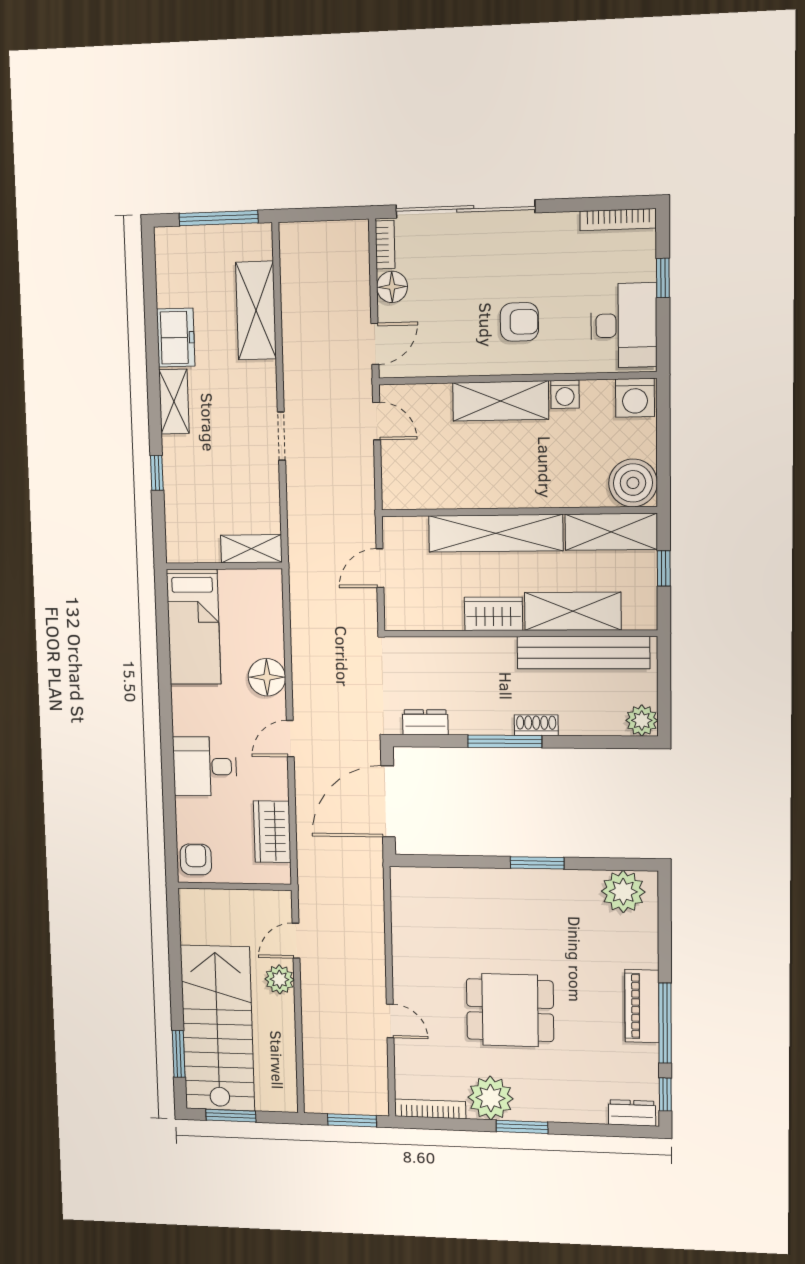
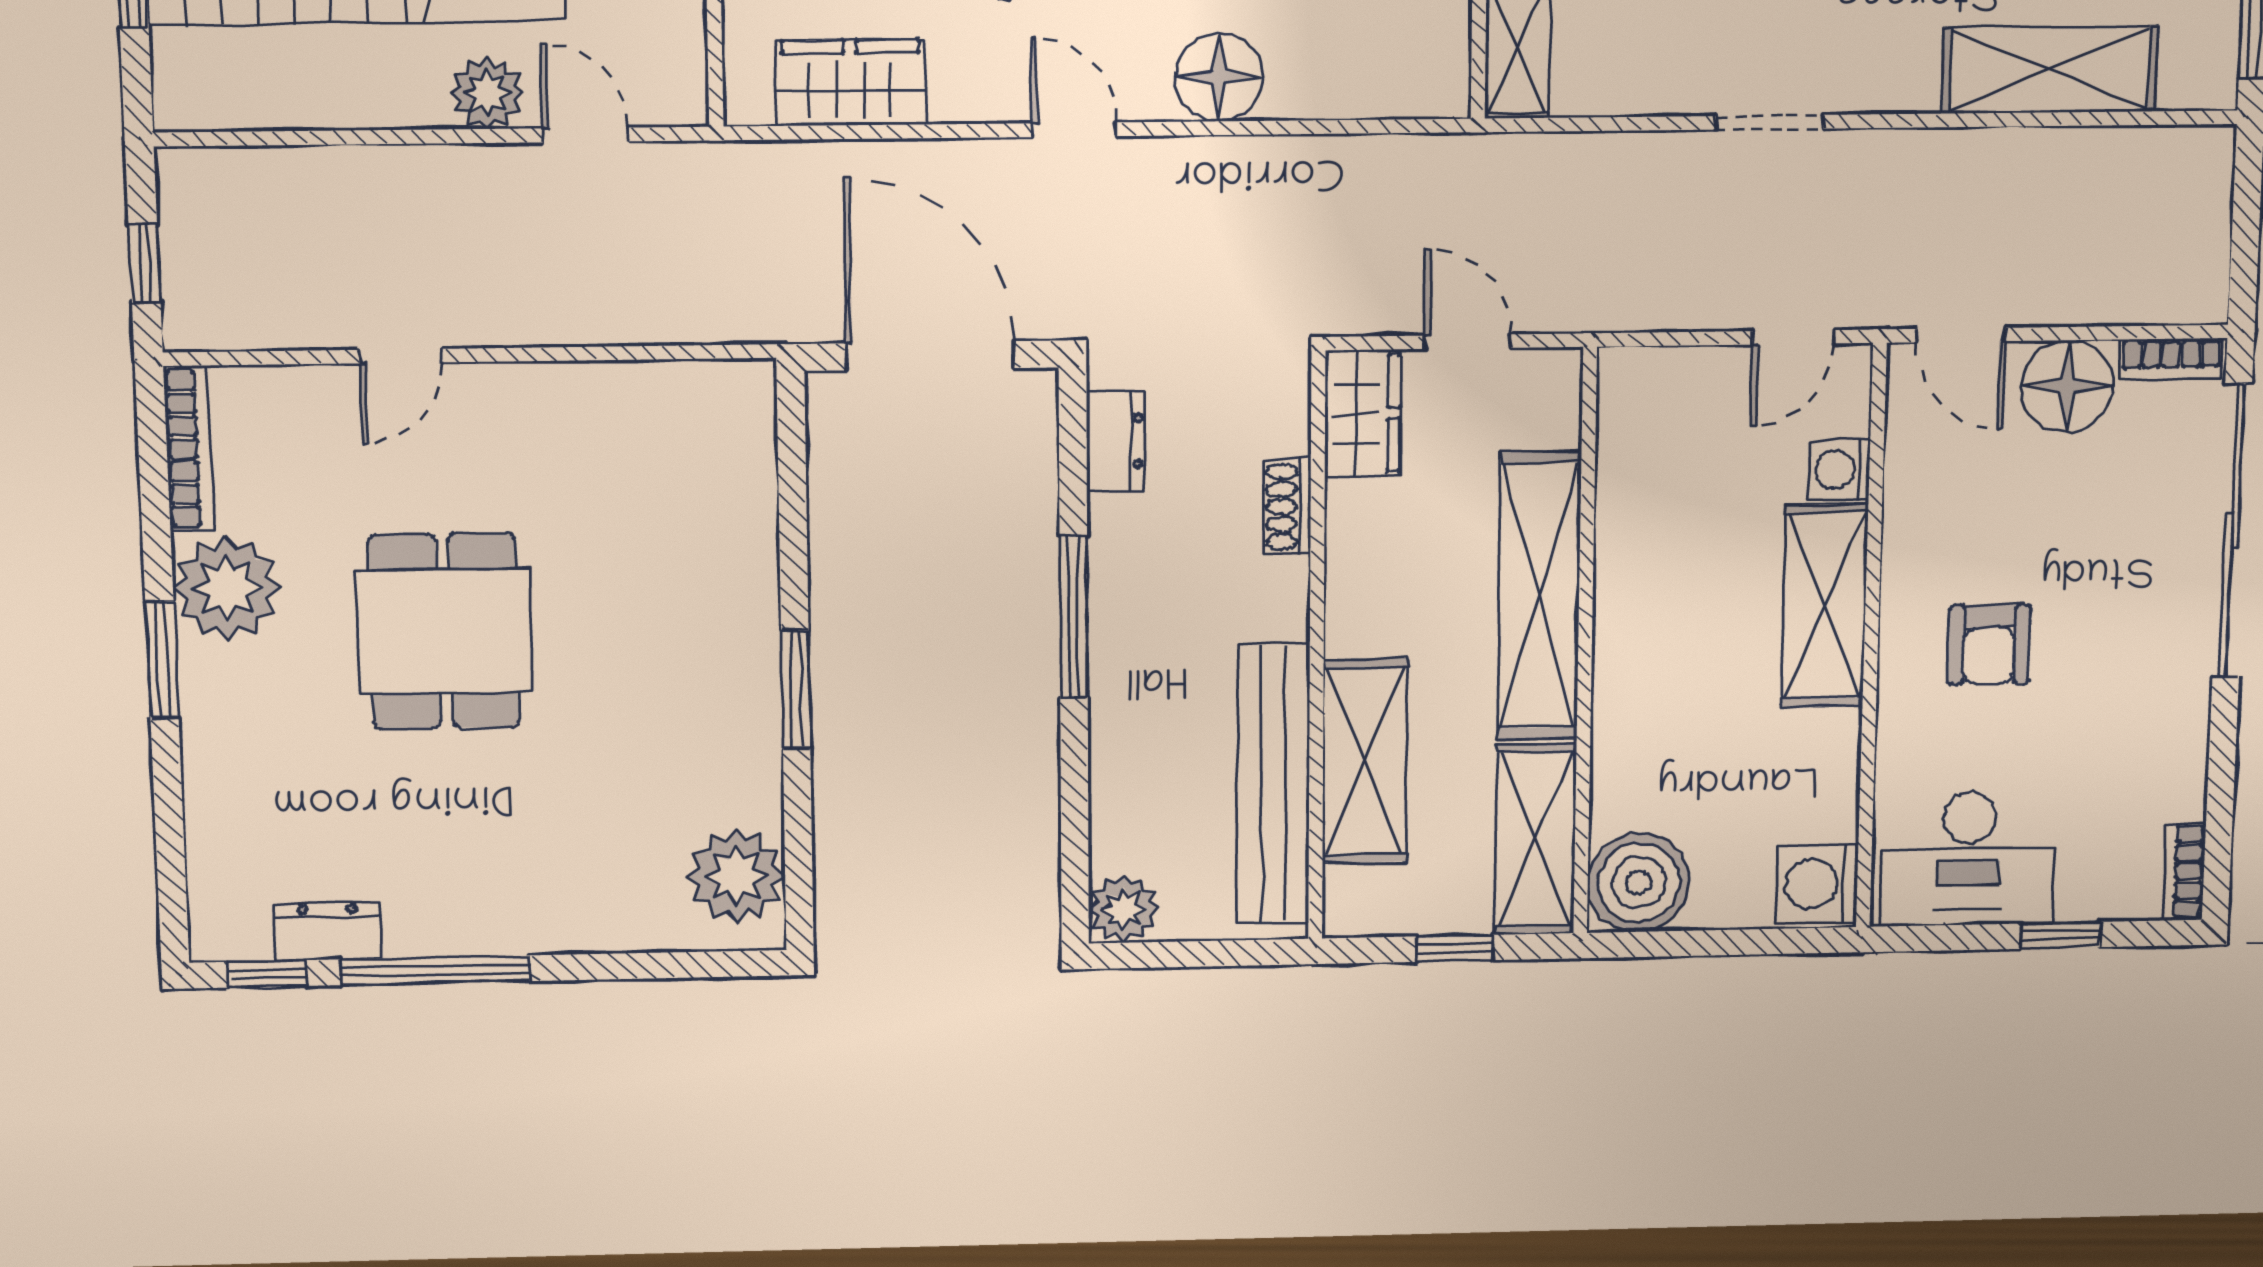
bookcase: (618, 220) -> (2184, 872), width x0.64
floor lamp: (392, 287) -> (2068, 386), width x1.38, depth x1.38
washing machine: (565, 394) -> (1839, 469), moved
wardrobe: (494, 614) -> (1362, 413), moved
shoe rack: (536, 725) -> (1287, 507), moved, turned 180
piano: (642, 1006) -> (472, 920), removed
dresser: (632, 1113) -> (328, 931), moved, turned -90
window: (352, 1120) -> (144, 263), width x0.67

